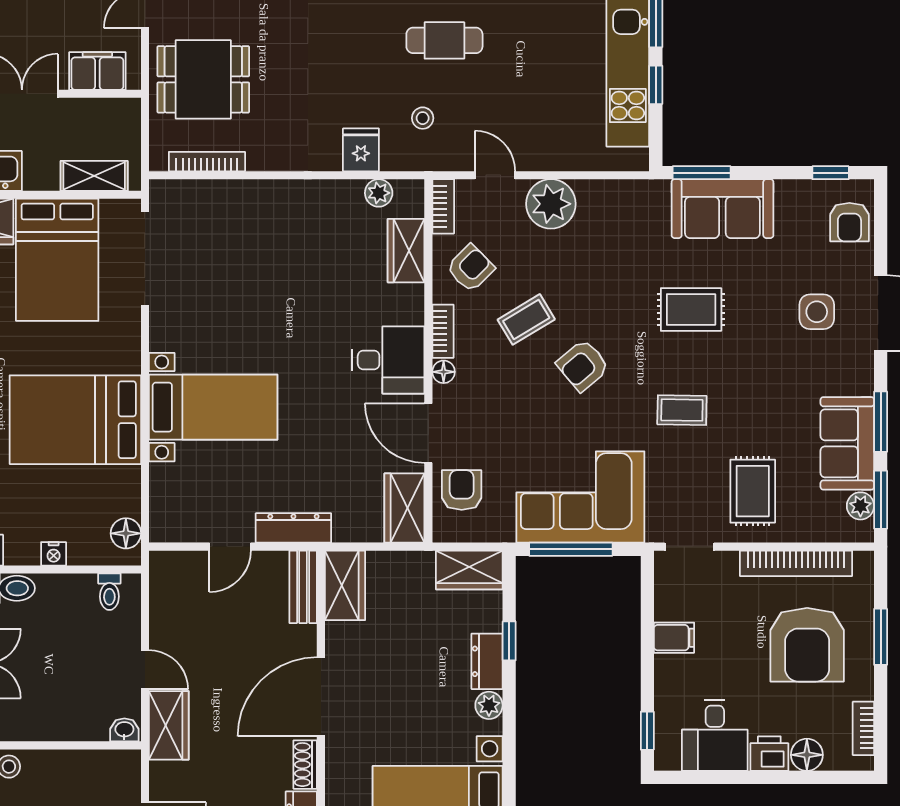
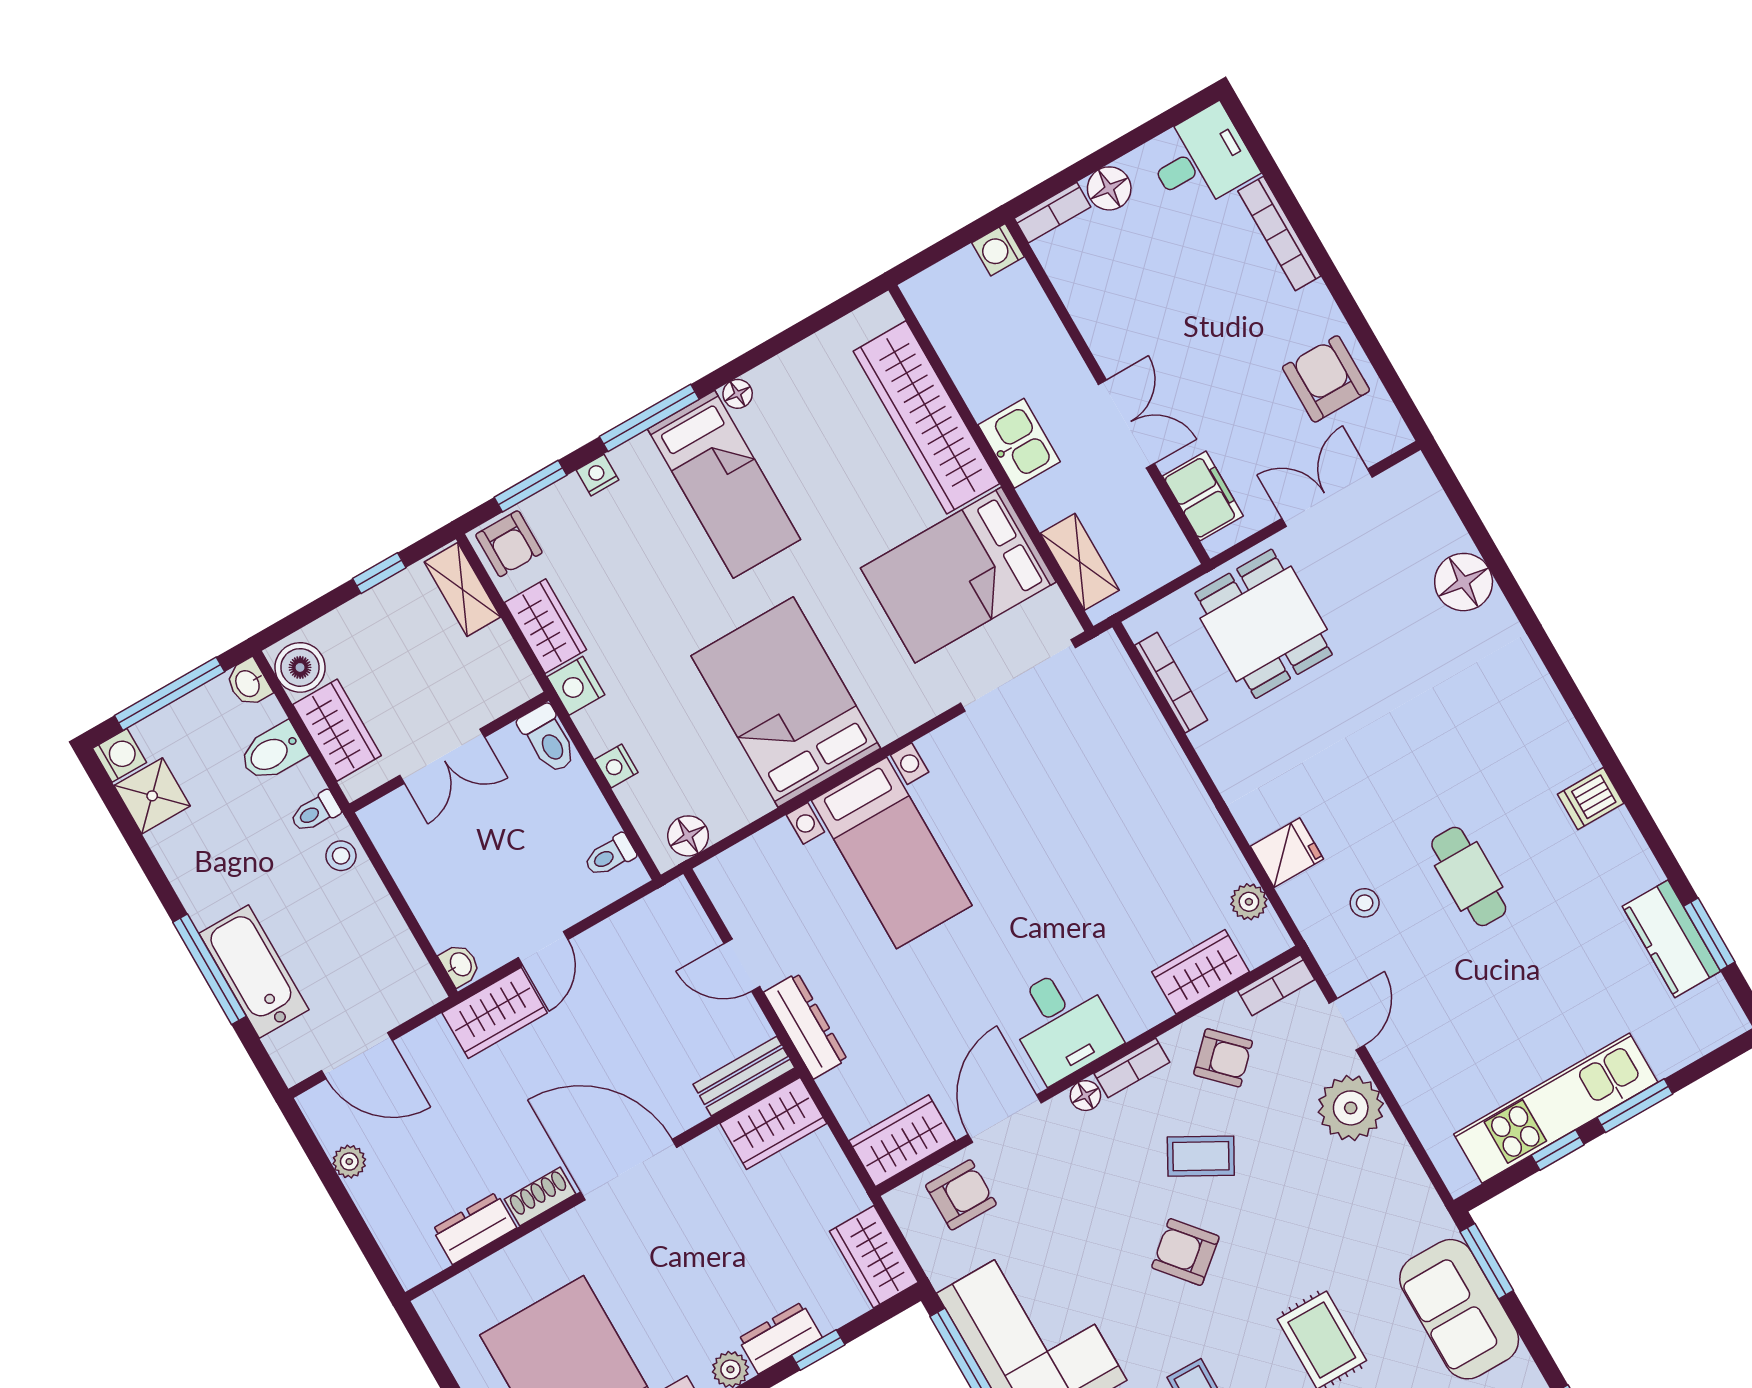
coffee table: (526, 319) -> (1201, 1156), turned -30

